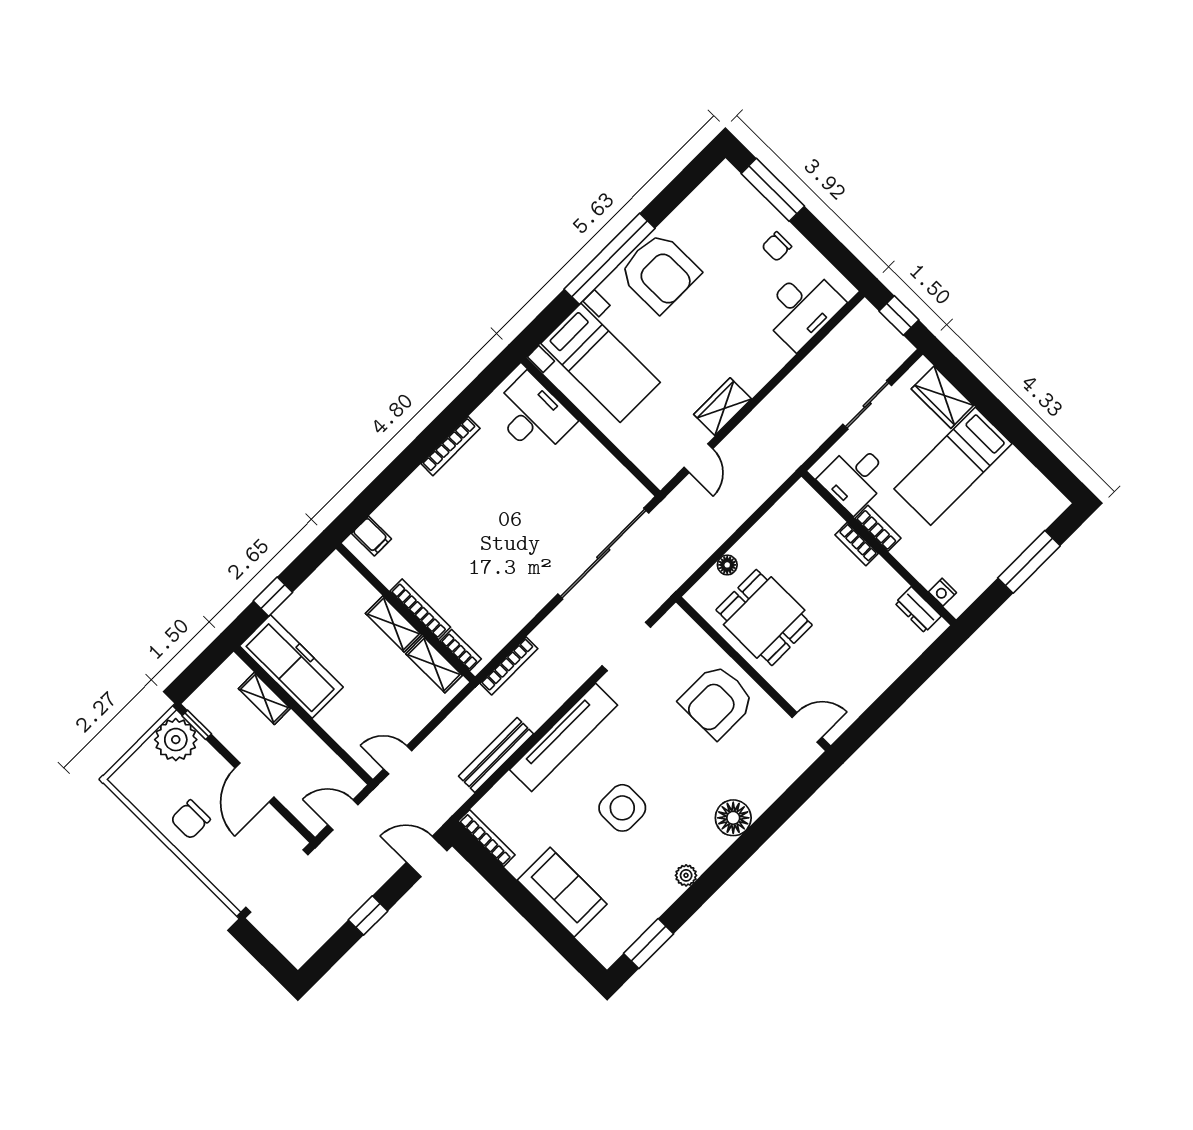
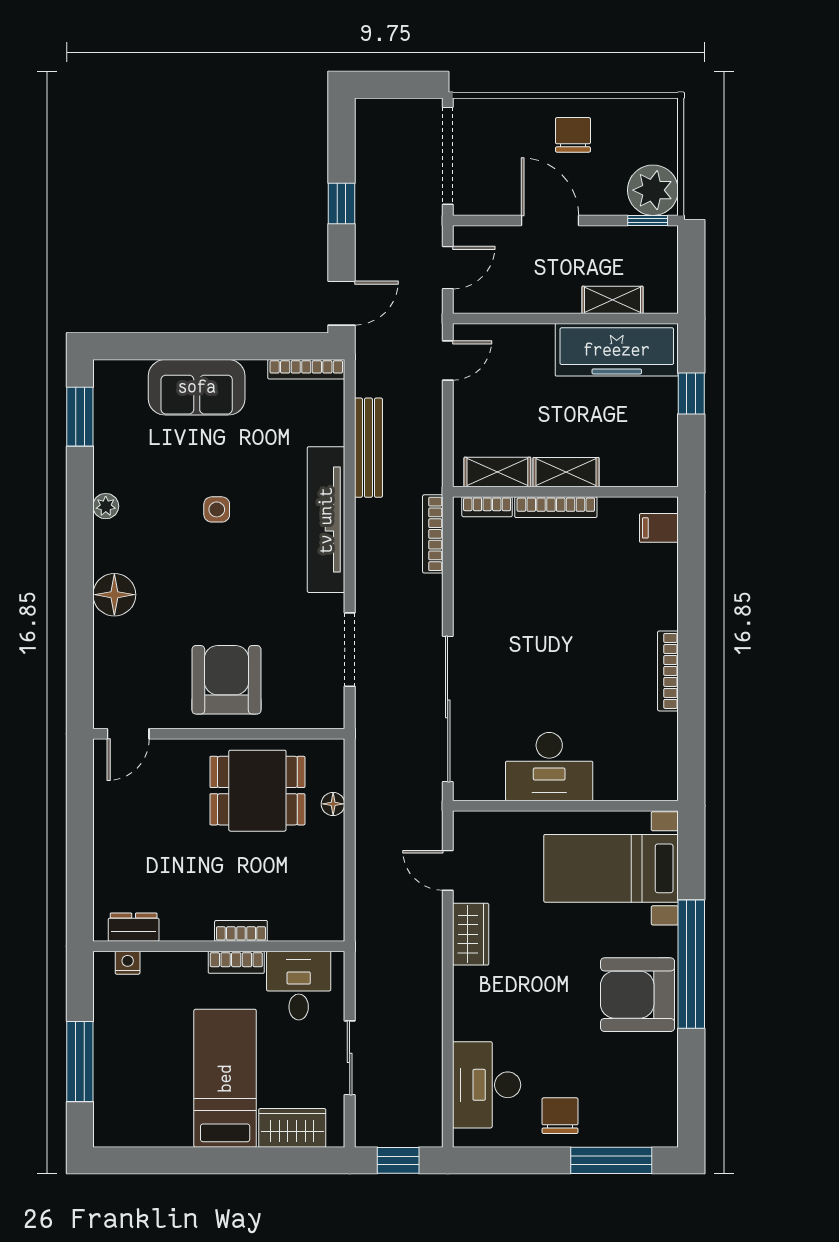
chair: (777, 247) -> (560, 1116), width x1.37, depth x1.37
desk: (533, 415) -> (549, 767), moved
side table: (622, 808) -> (217, 509), width x0.54, depth x0.54

